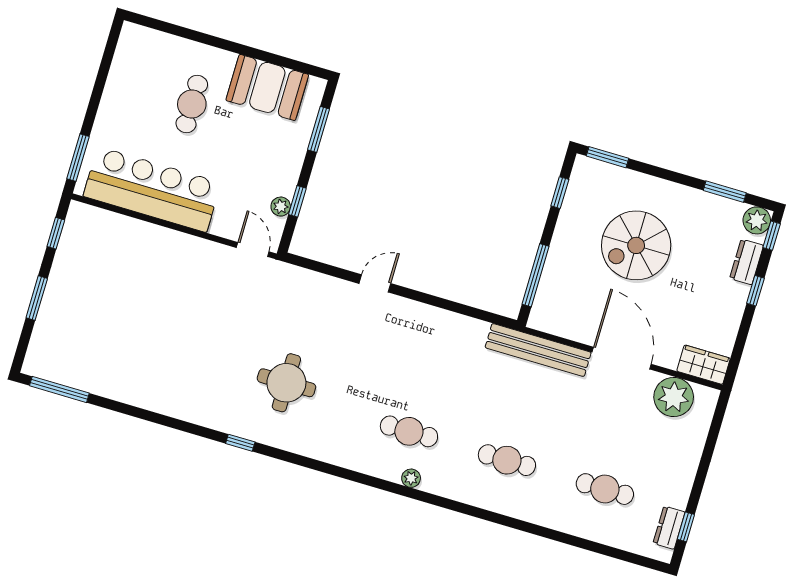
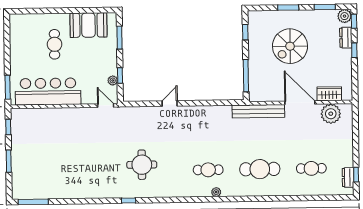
window: (608, 157) -> (288, 7), moved
wardrobe: (704, 365) -> (329, 94), moved
cafe table: (507, 460) -> (260, 169), width x1.37, depth x1.35

